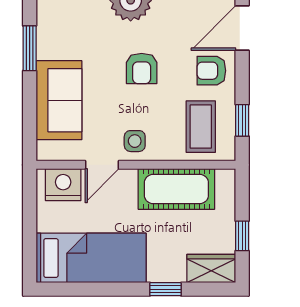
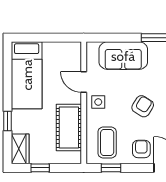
armchair: (142, 69) -> (143, 106), turned 122
coffee table: (201, 127) -> (107, 142), turned 90
nightstand: (63, 185) -> (72, 58), removed

